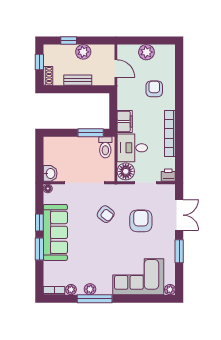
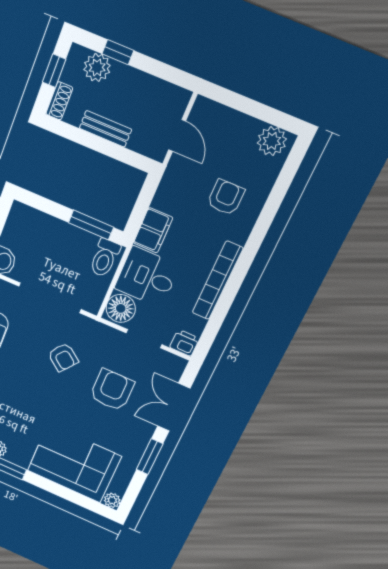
plant: (83, 52) -> (97, 67), moved
plant: (146, 52) -> (272, 141), moved
double door: (179, 215) -> (174, 407), swing flipped

